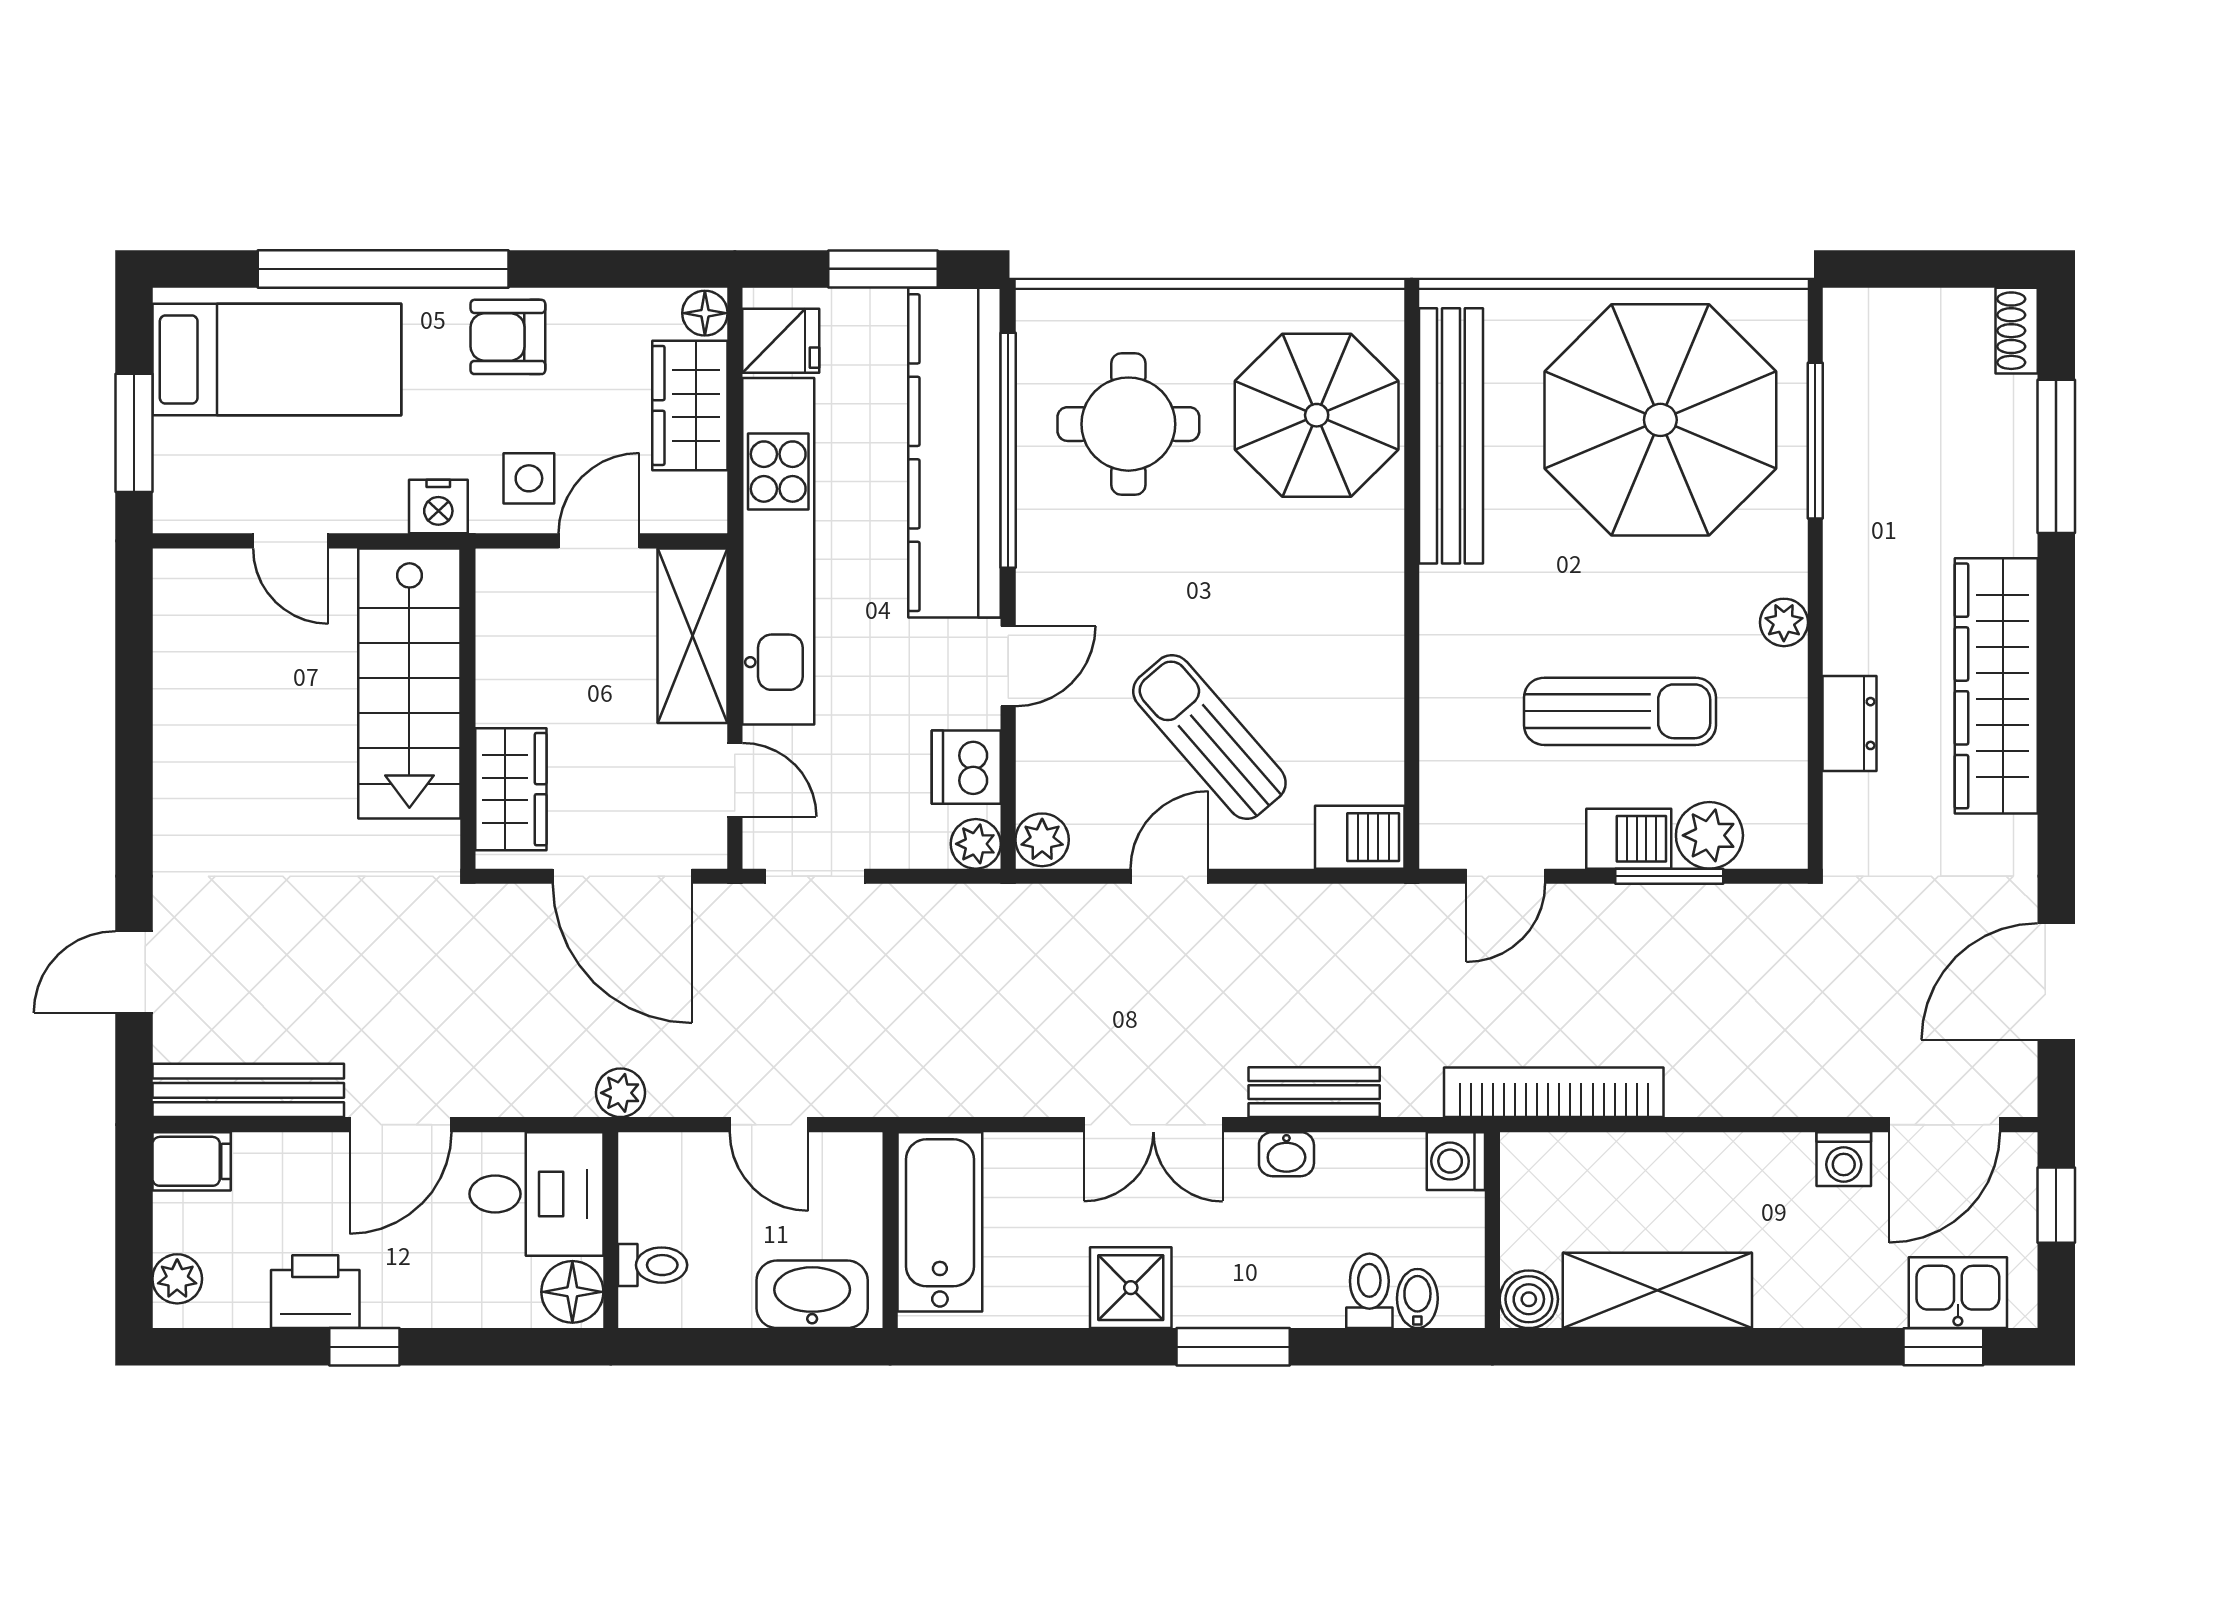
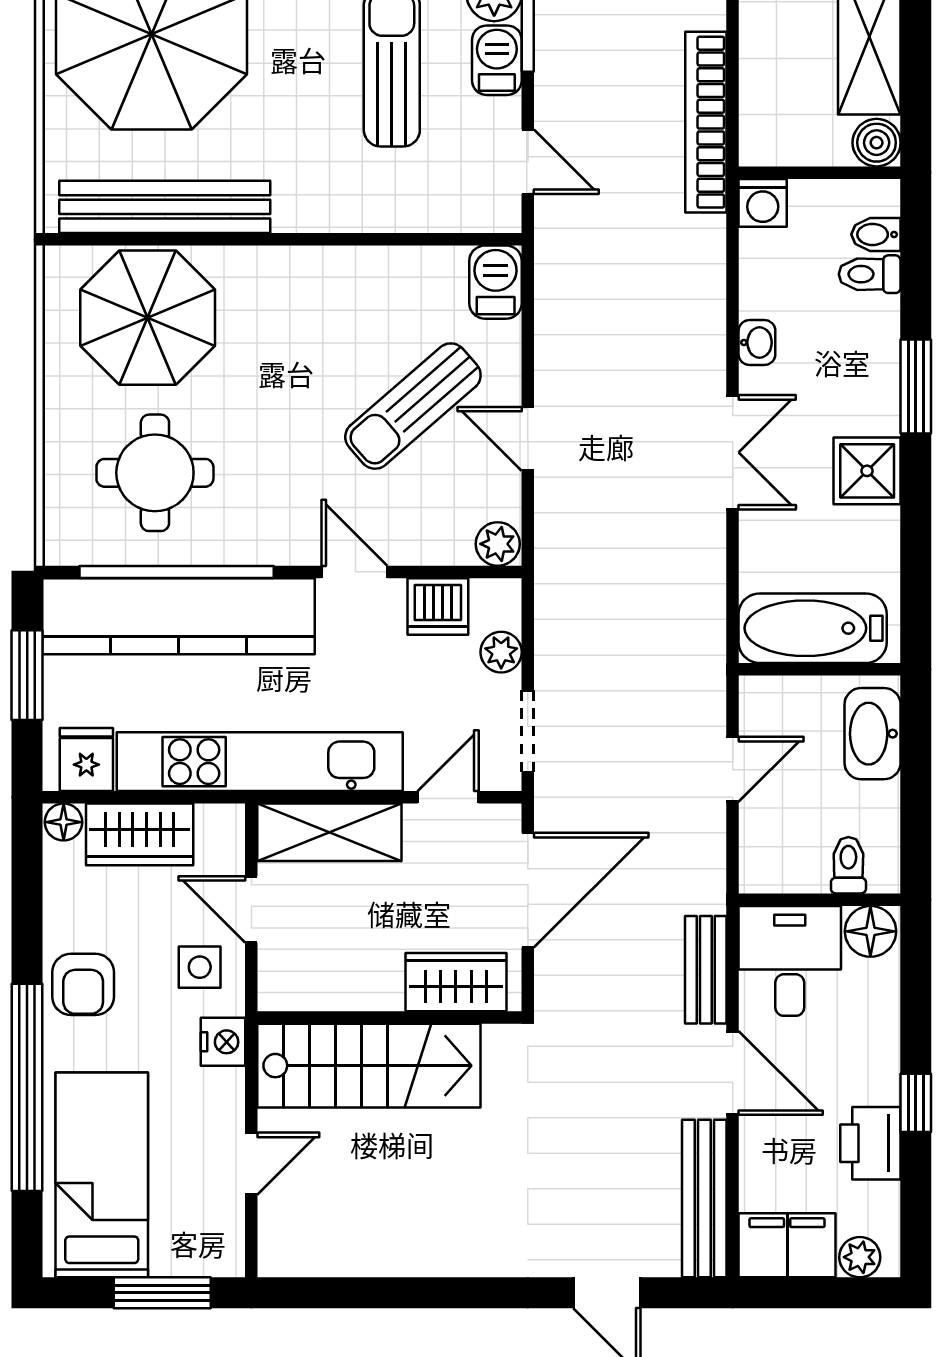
plant: (976, 844) -> (501, 652), moved
bench: (1314, 1092) -> (706, 970), moved
plant: (620, 1093) -> (706, 892), removed
filing cabinet: (192, 1161) -> (787, 1245), width x2.00

